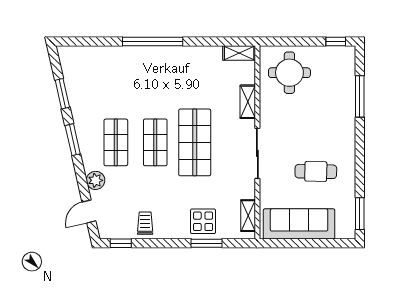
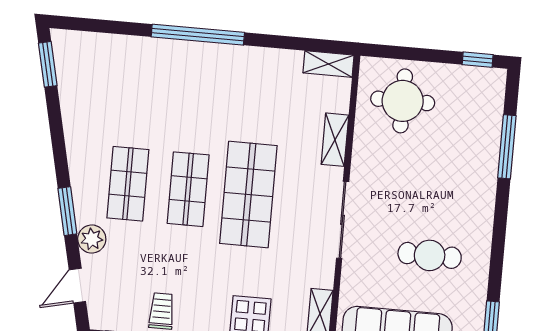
window: (62, 94) -> (48, 64), moved
window: (73, 140) -> (67, 211), moved

